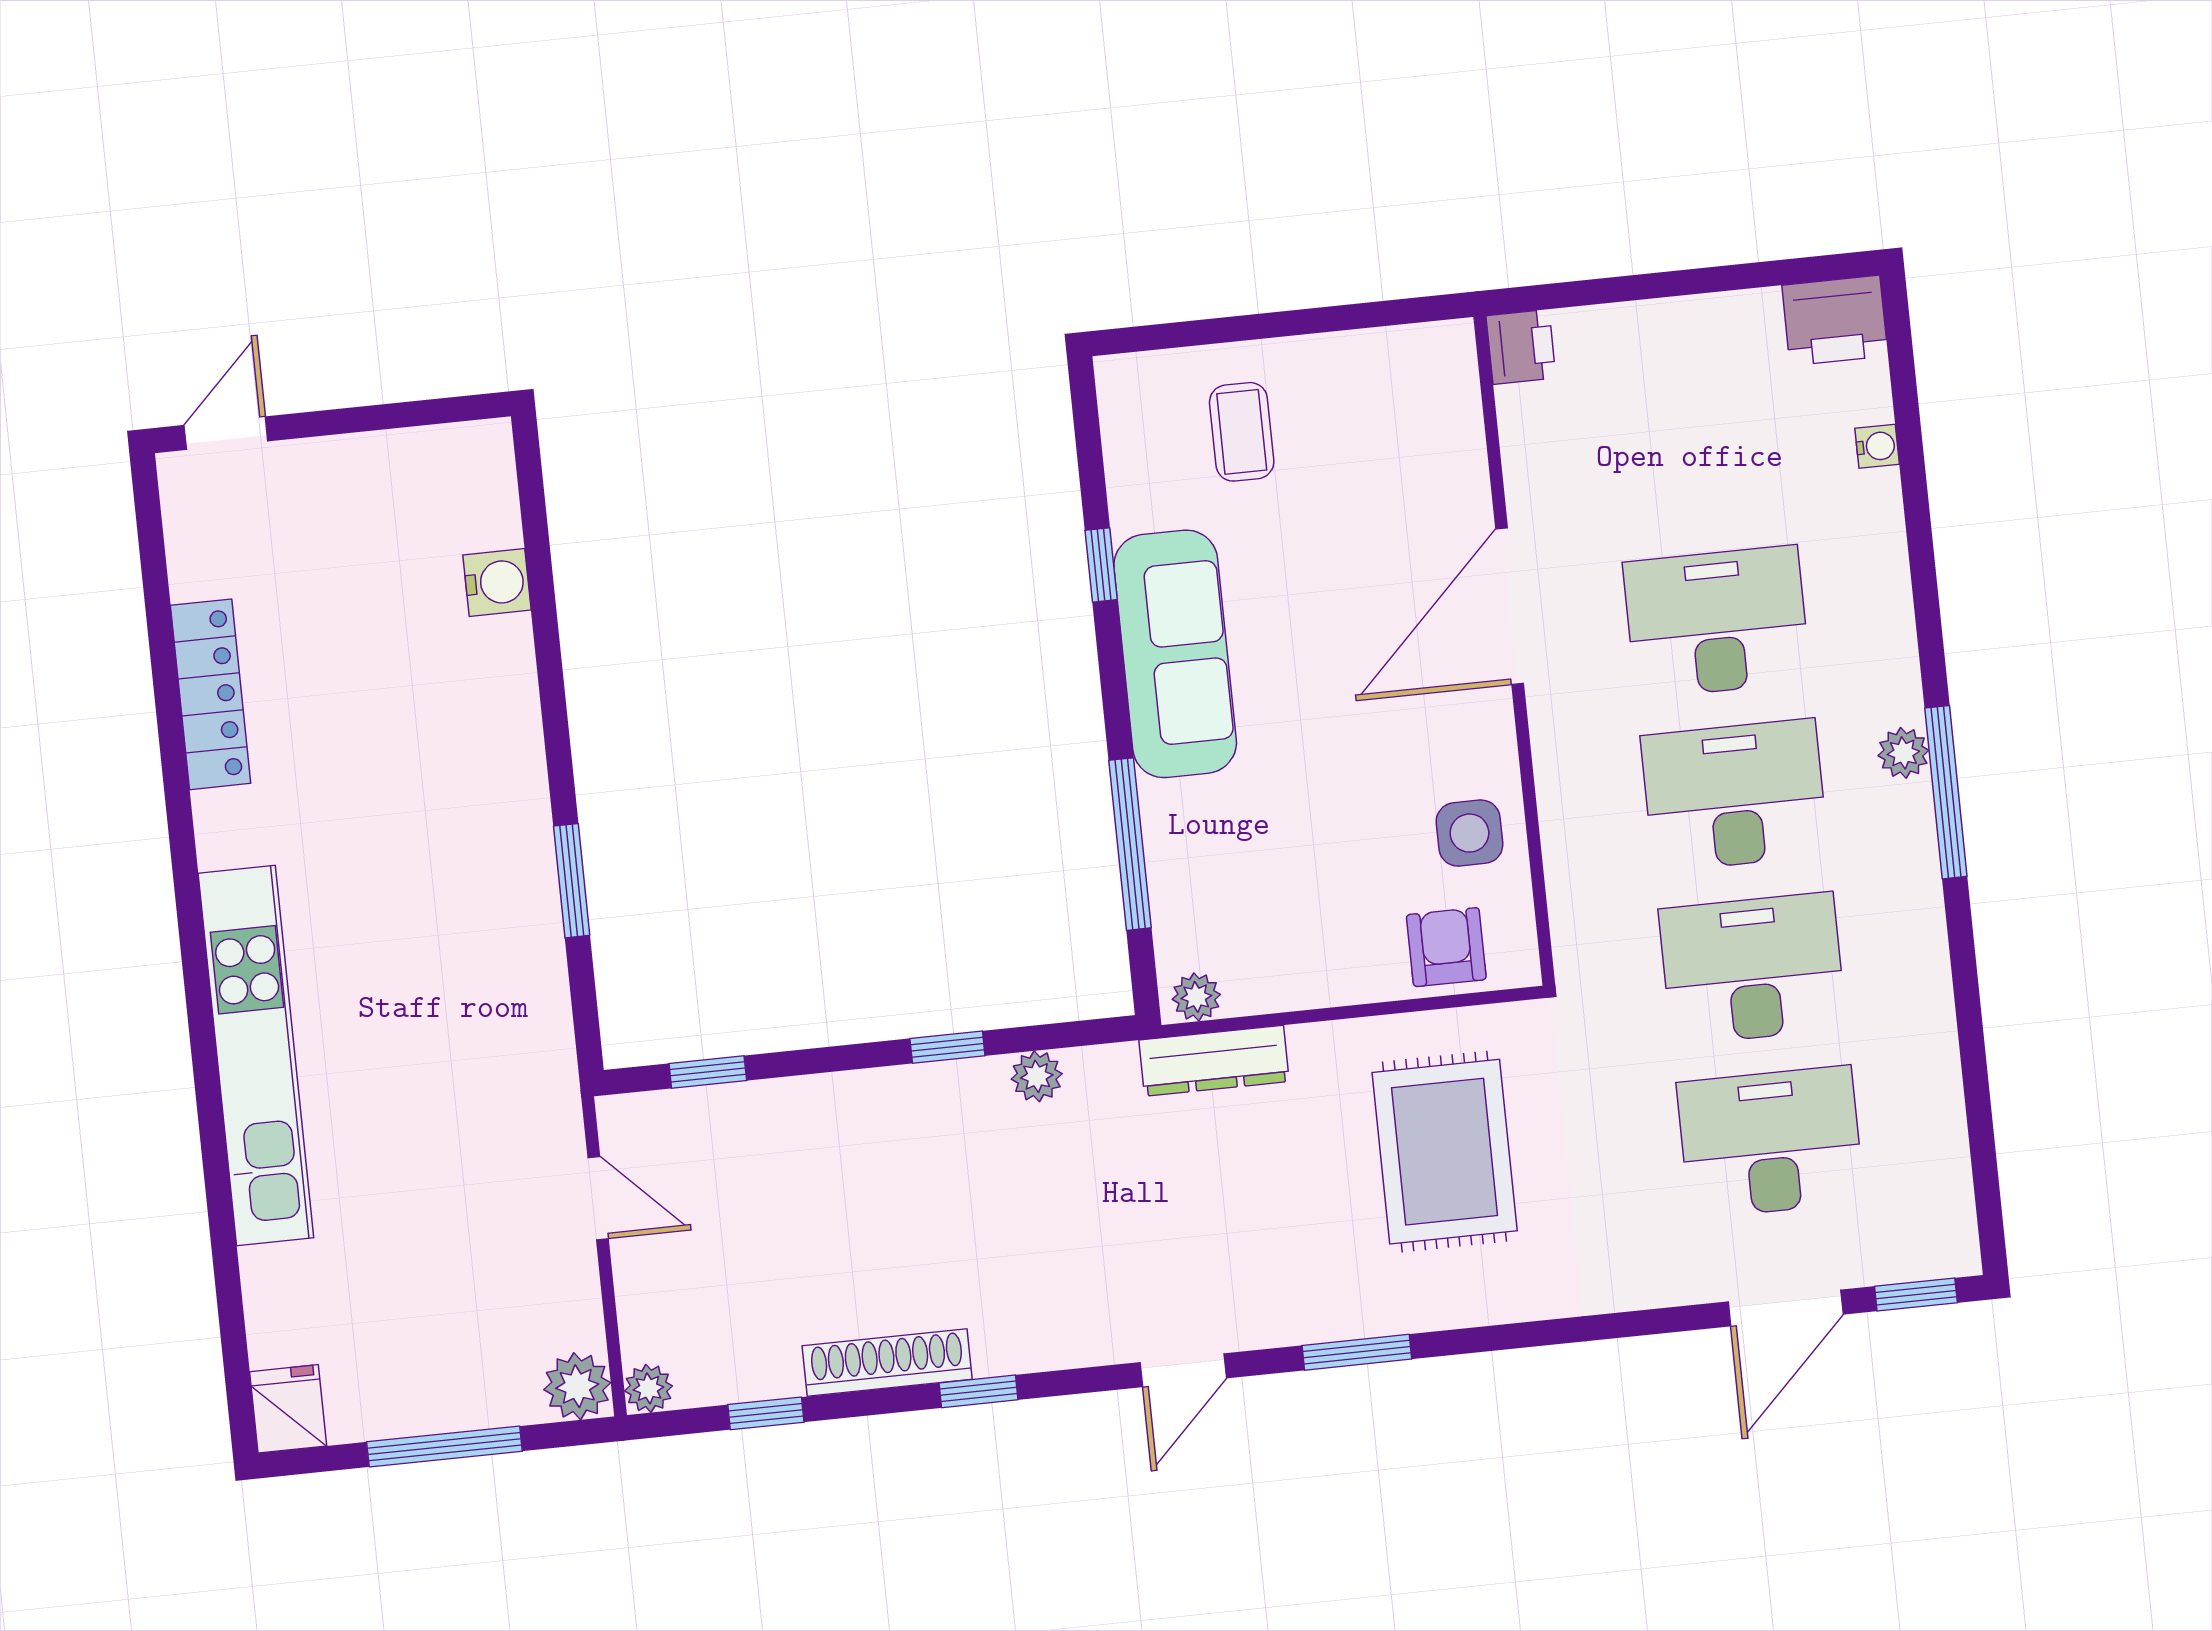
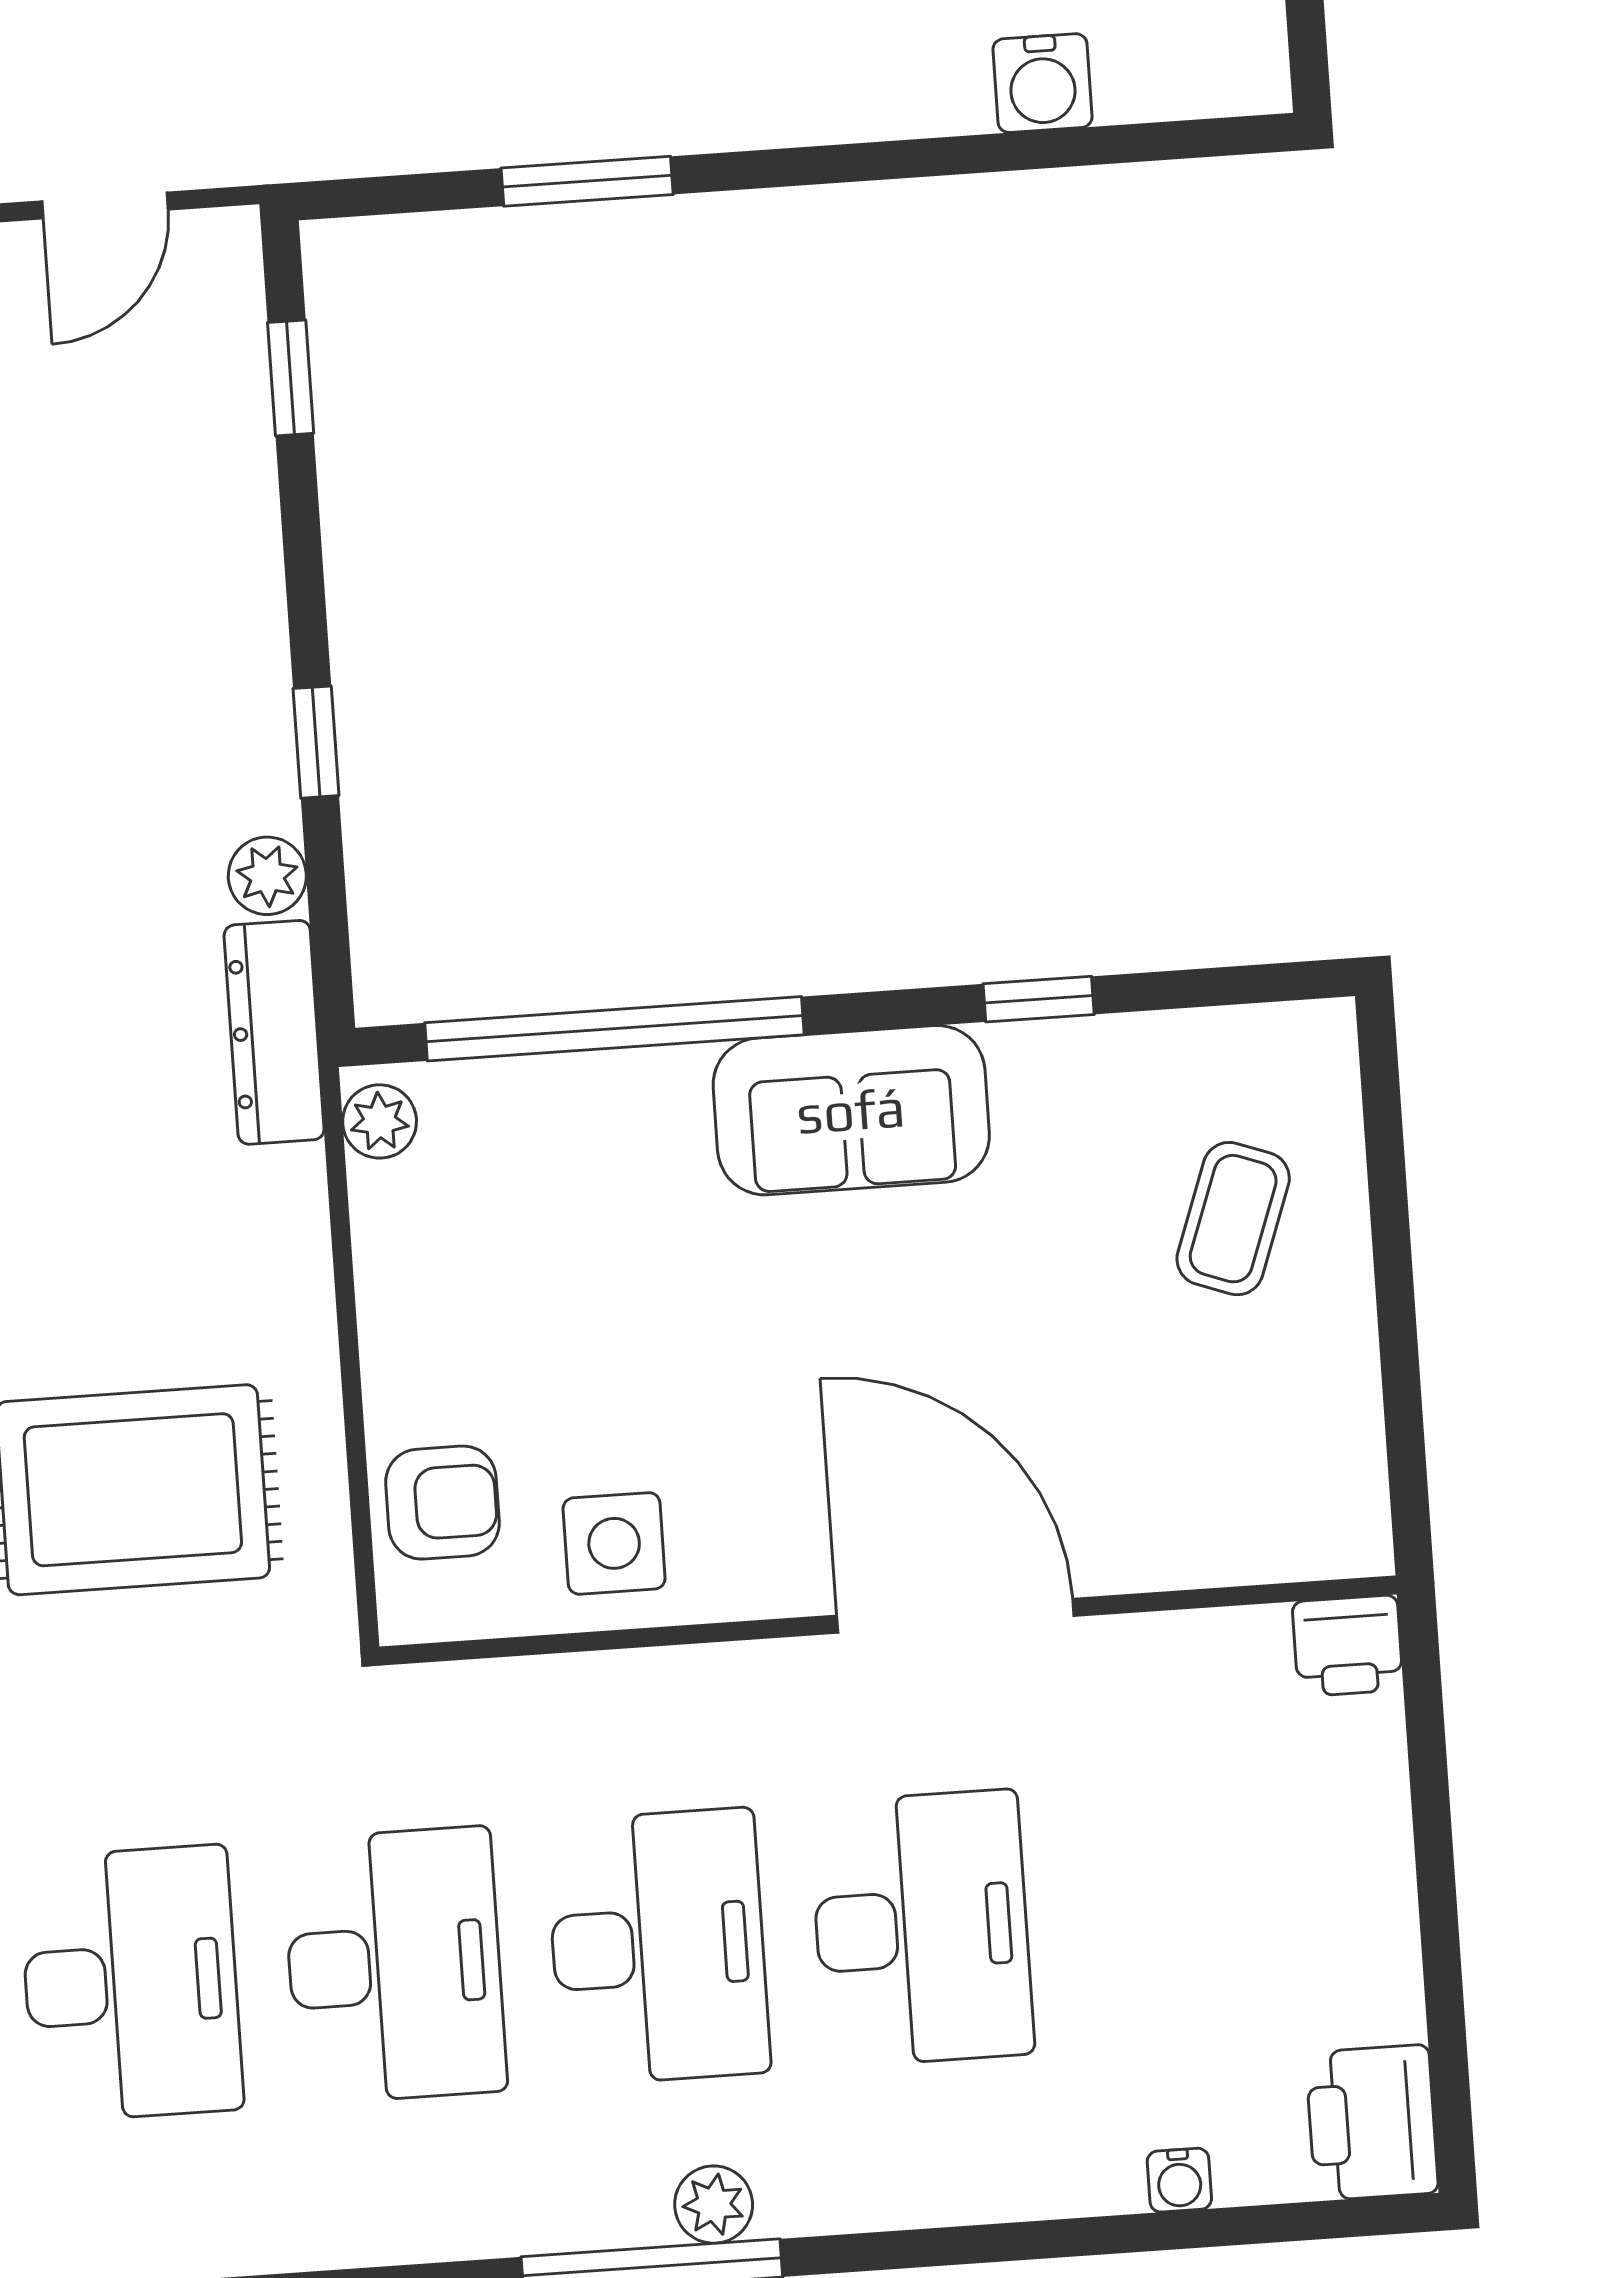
coffee table: (1242, 432) -> (1233, 1219), turned -70
sofa: (1175, 654) -> (851, 1110), width x0.73
window: (1130, 844) -> (614, 1029), width x1.46
dresser: (1214, 1061) -> (274, 1032), moved

